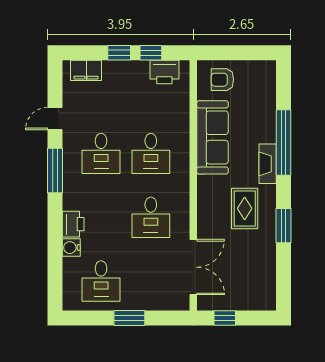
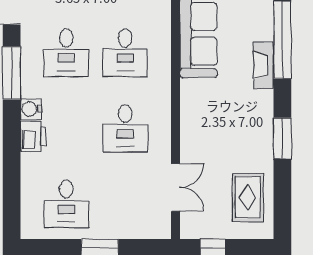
rug: (245, 208) -> (248, 198), moved
water cooler: (71, 248) -> (31, 109), moved
double door: (193, 267) -> (175, 187), width x0.73

